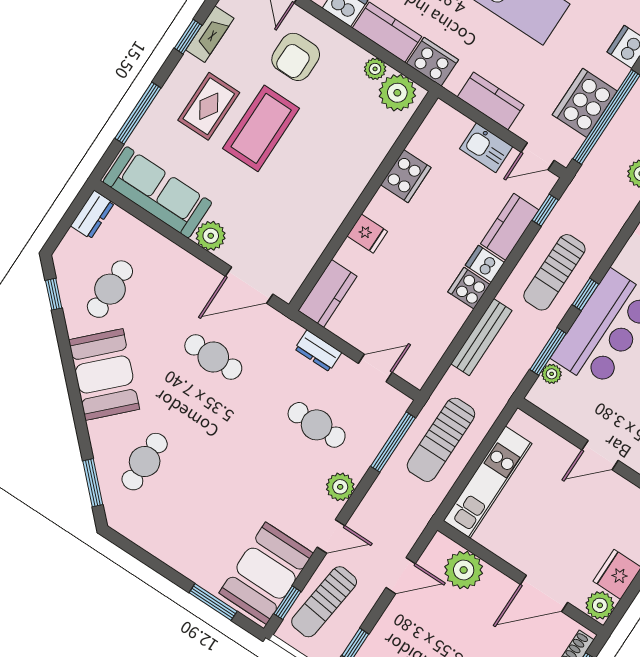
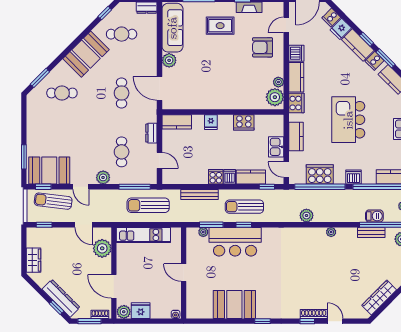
coffee table: (261, 128) -> (225, 52), removed

